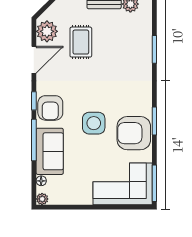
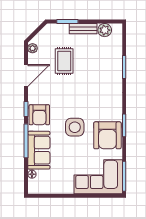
plant: (47, 31) -> (33, 48), width x0.53, depth x0.53
armchair: (134, 133) -> (107, 135), turned -90
plant: (42, 199) -> (33, 189), removed

